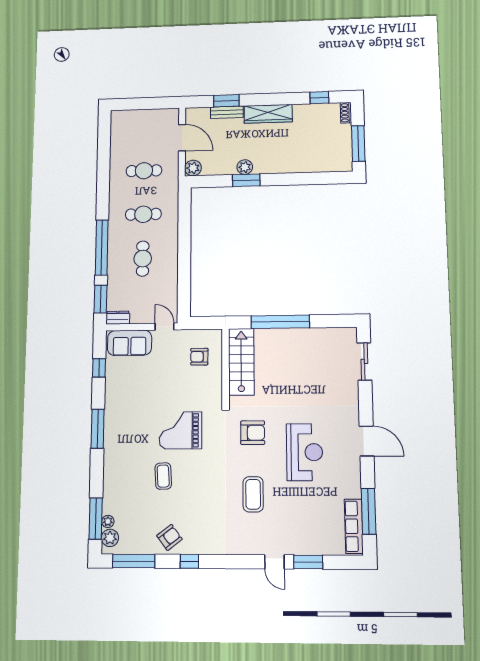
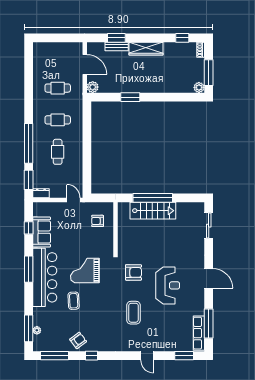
plant: (245, 167) -> (199, 87), moved
sofa: (130, 343) -> (42, 232), moved, turned -90
stairs: (241, 362) -> (153, 211), moved, turned 90
bar counter: (121, 441) -> (45, 277), added
plant: (110, 538) -> (38, 341), removed
window: (308, 562) -> (184, 356), moved

